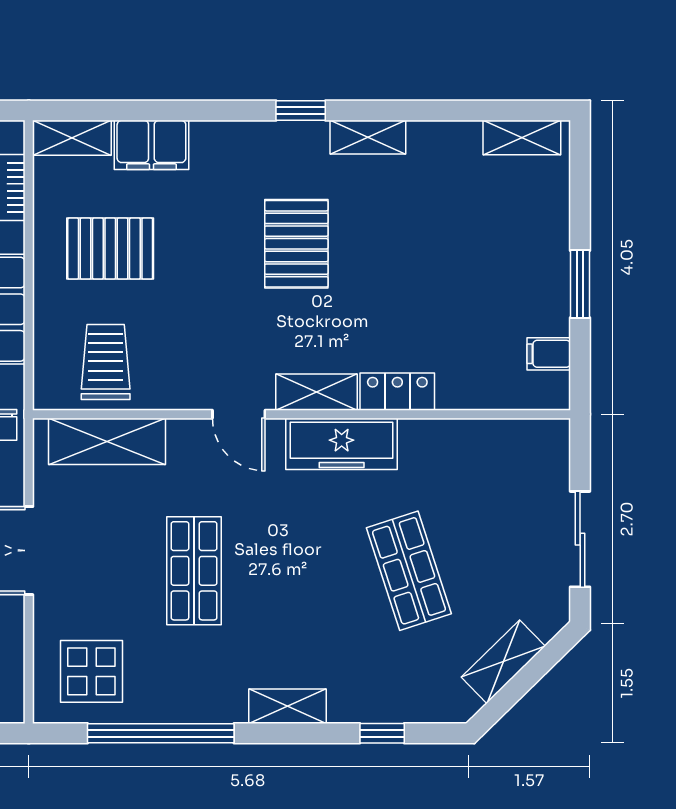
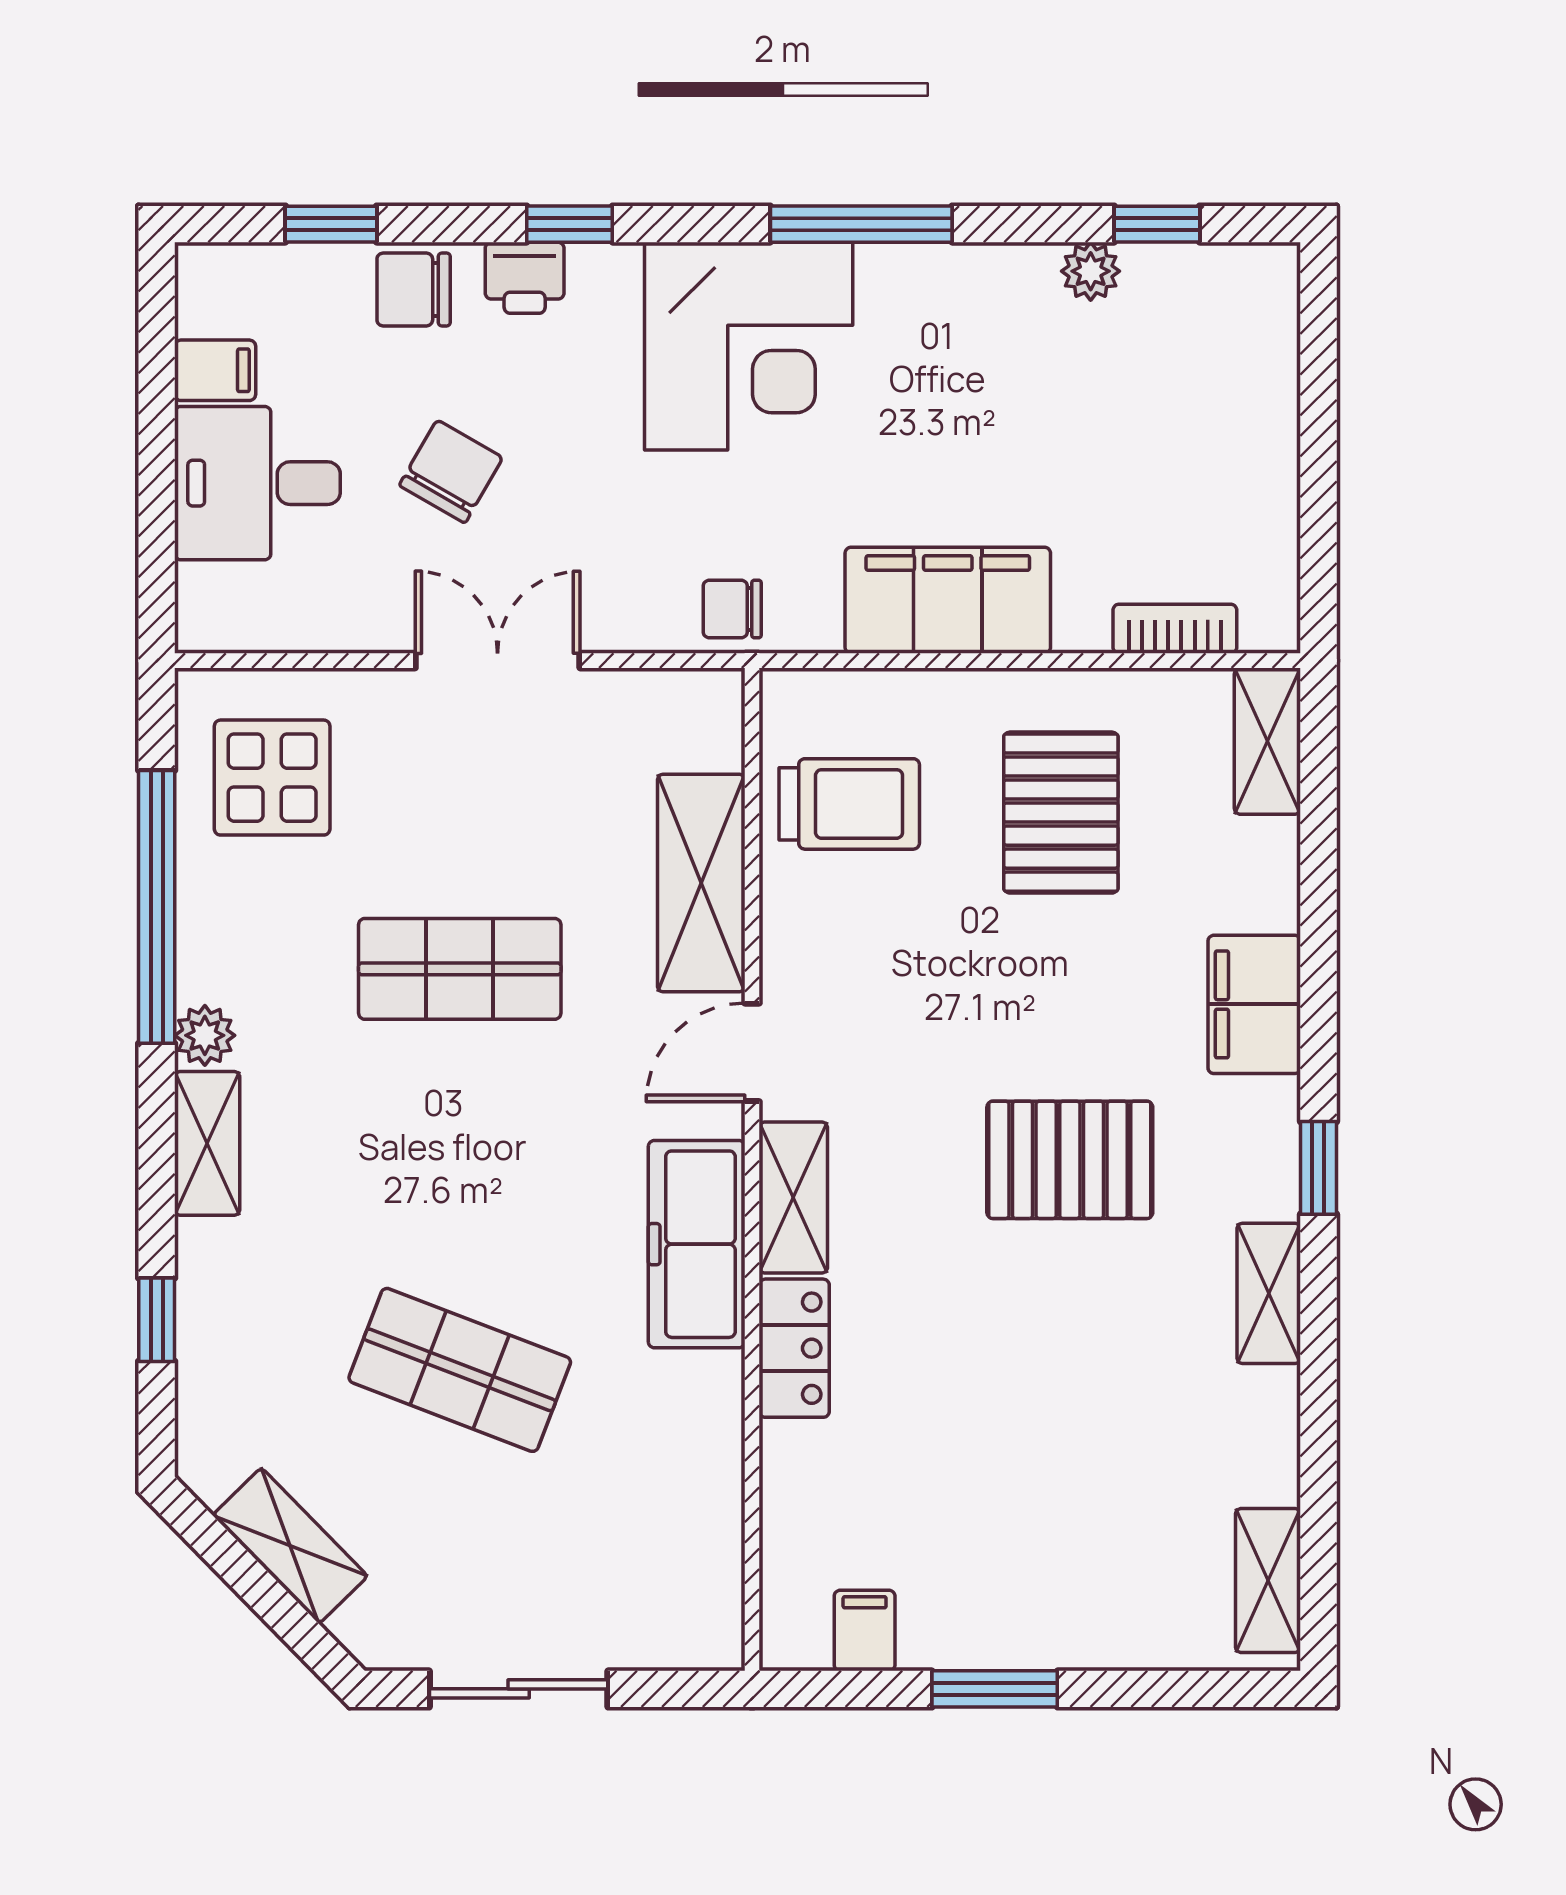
filing cabinet: (151, 145) -> (1254, 1004), moved
shelving: (107, 441) -> (701, 883), moved
shop shelf: (409, 571) -> (460, 1370), turned 39
plant: (230, 707) -> (205, 1035), added

